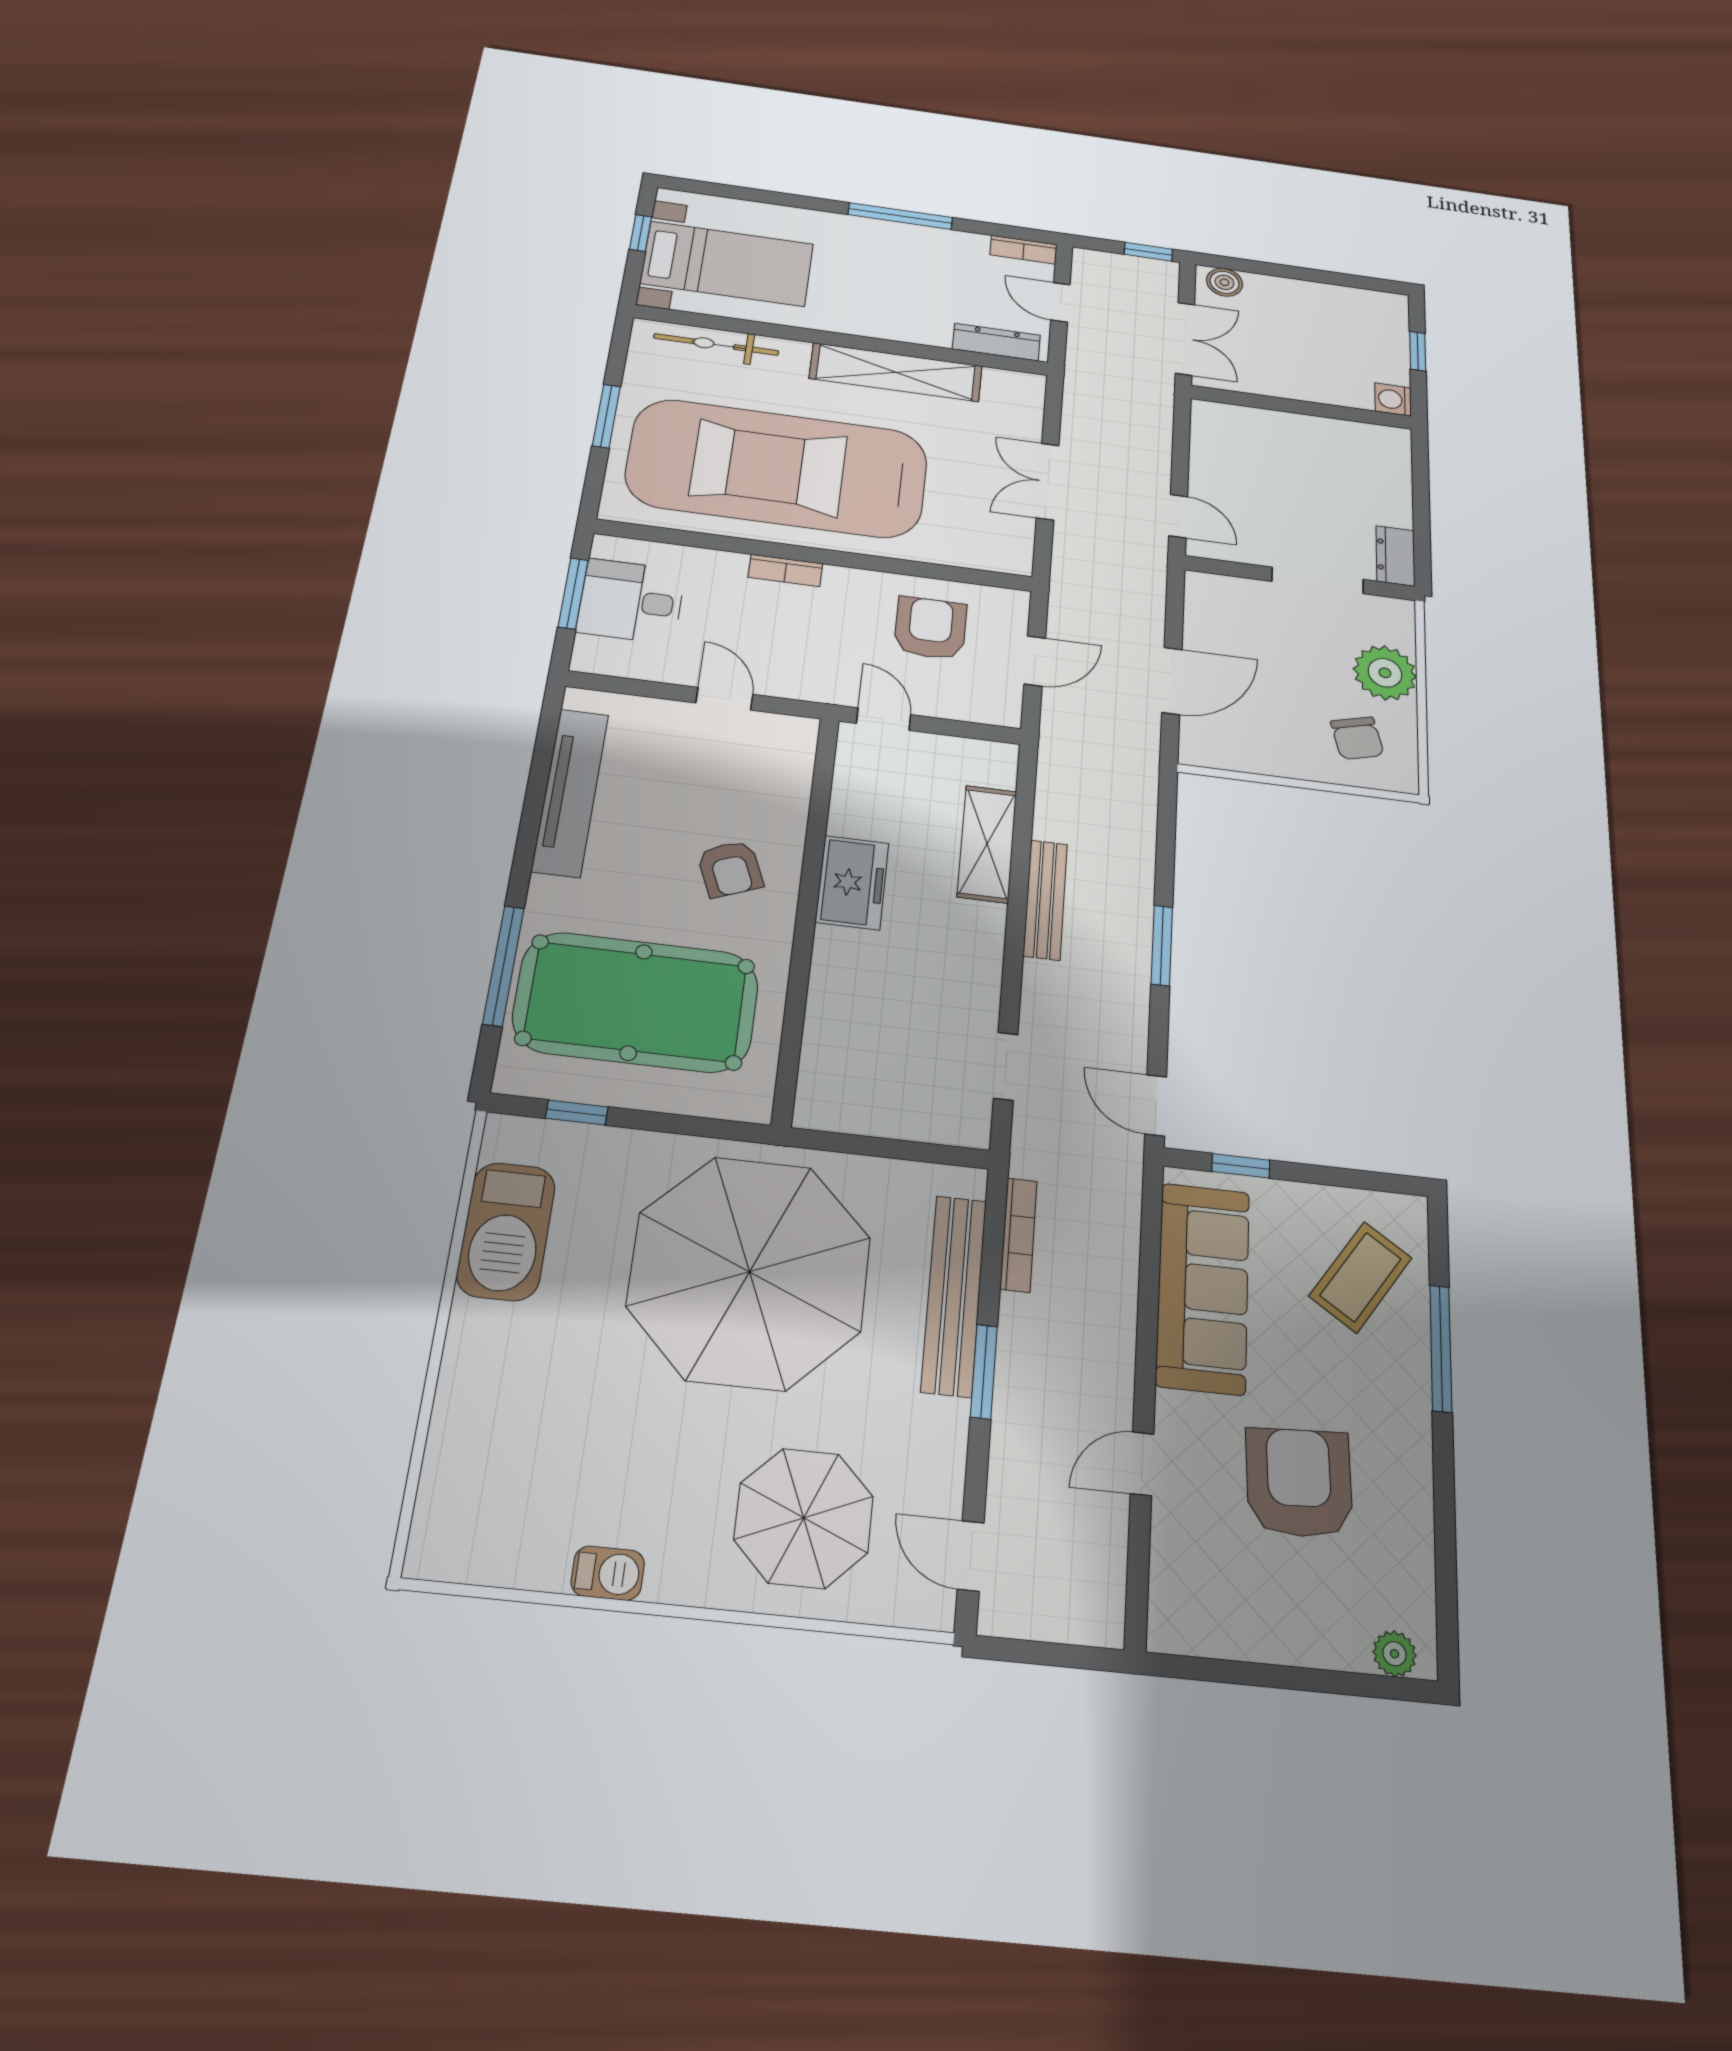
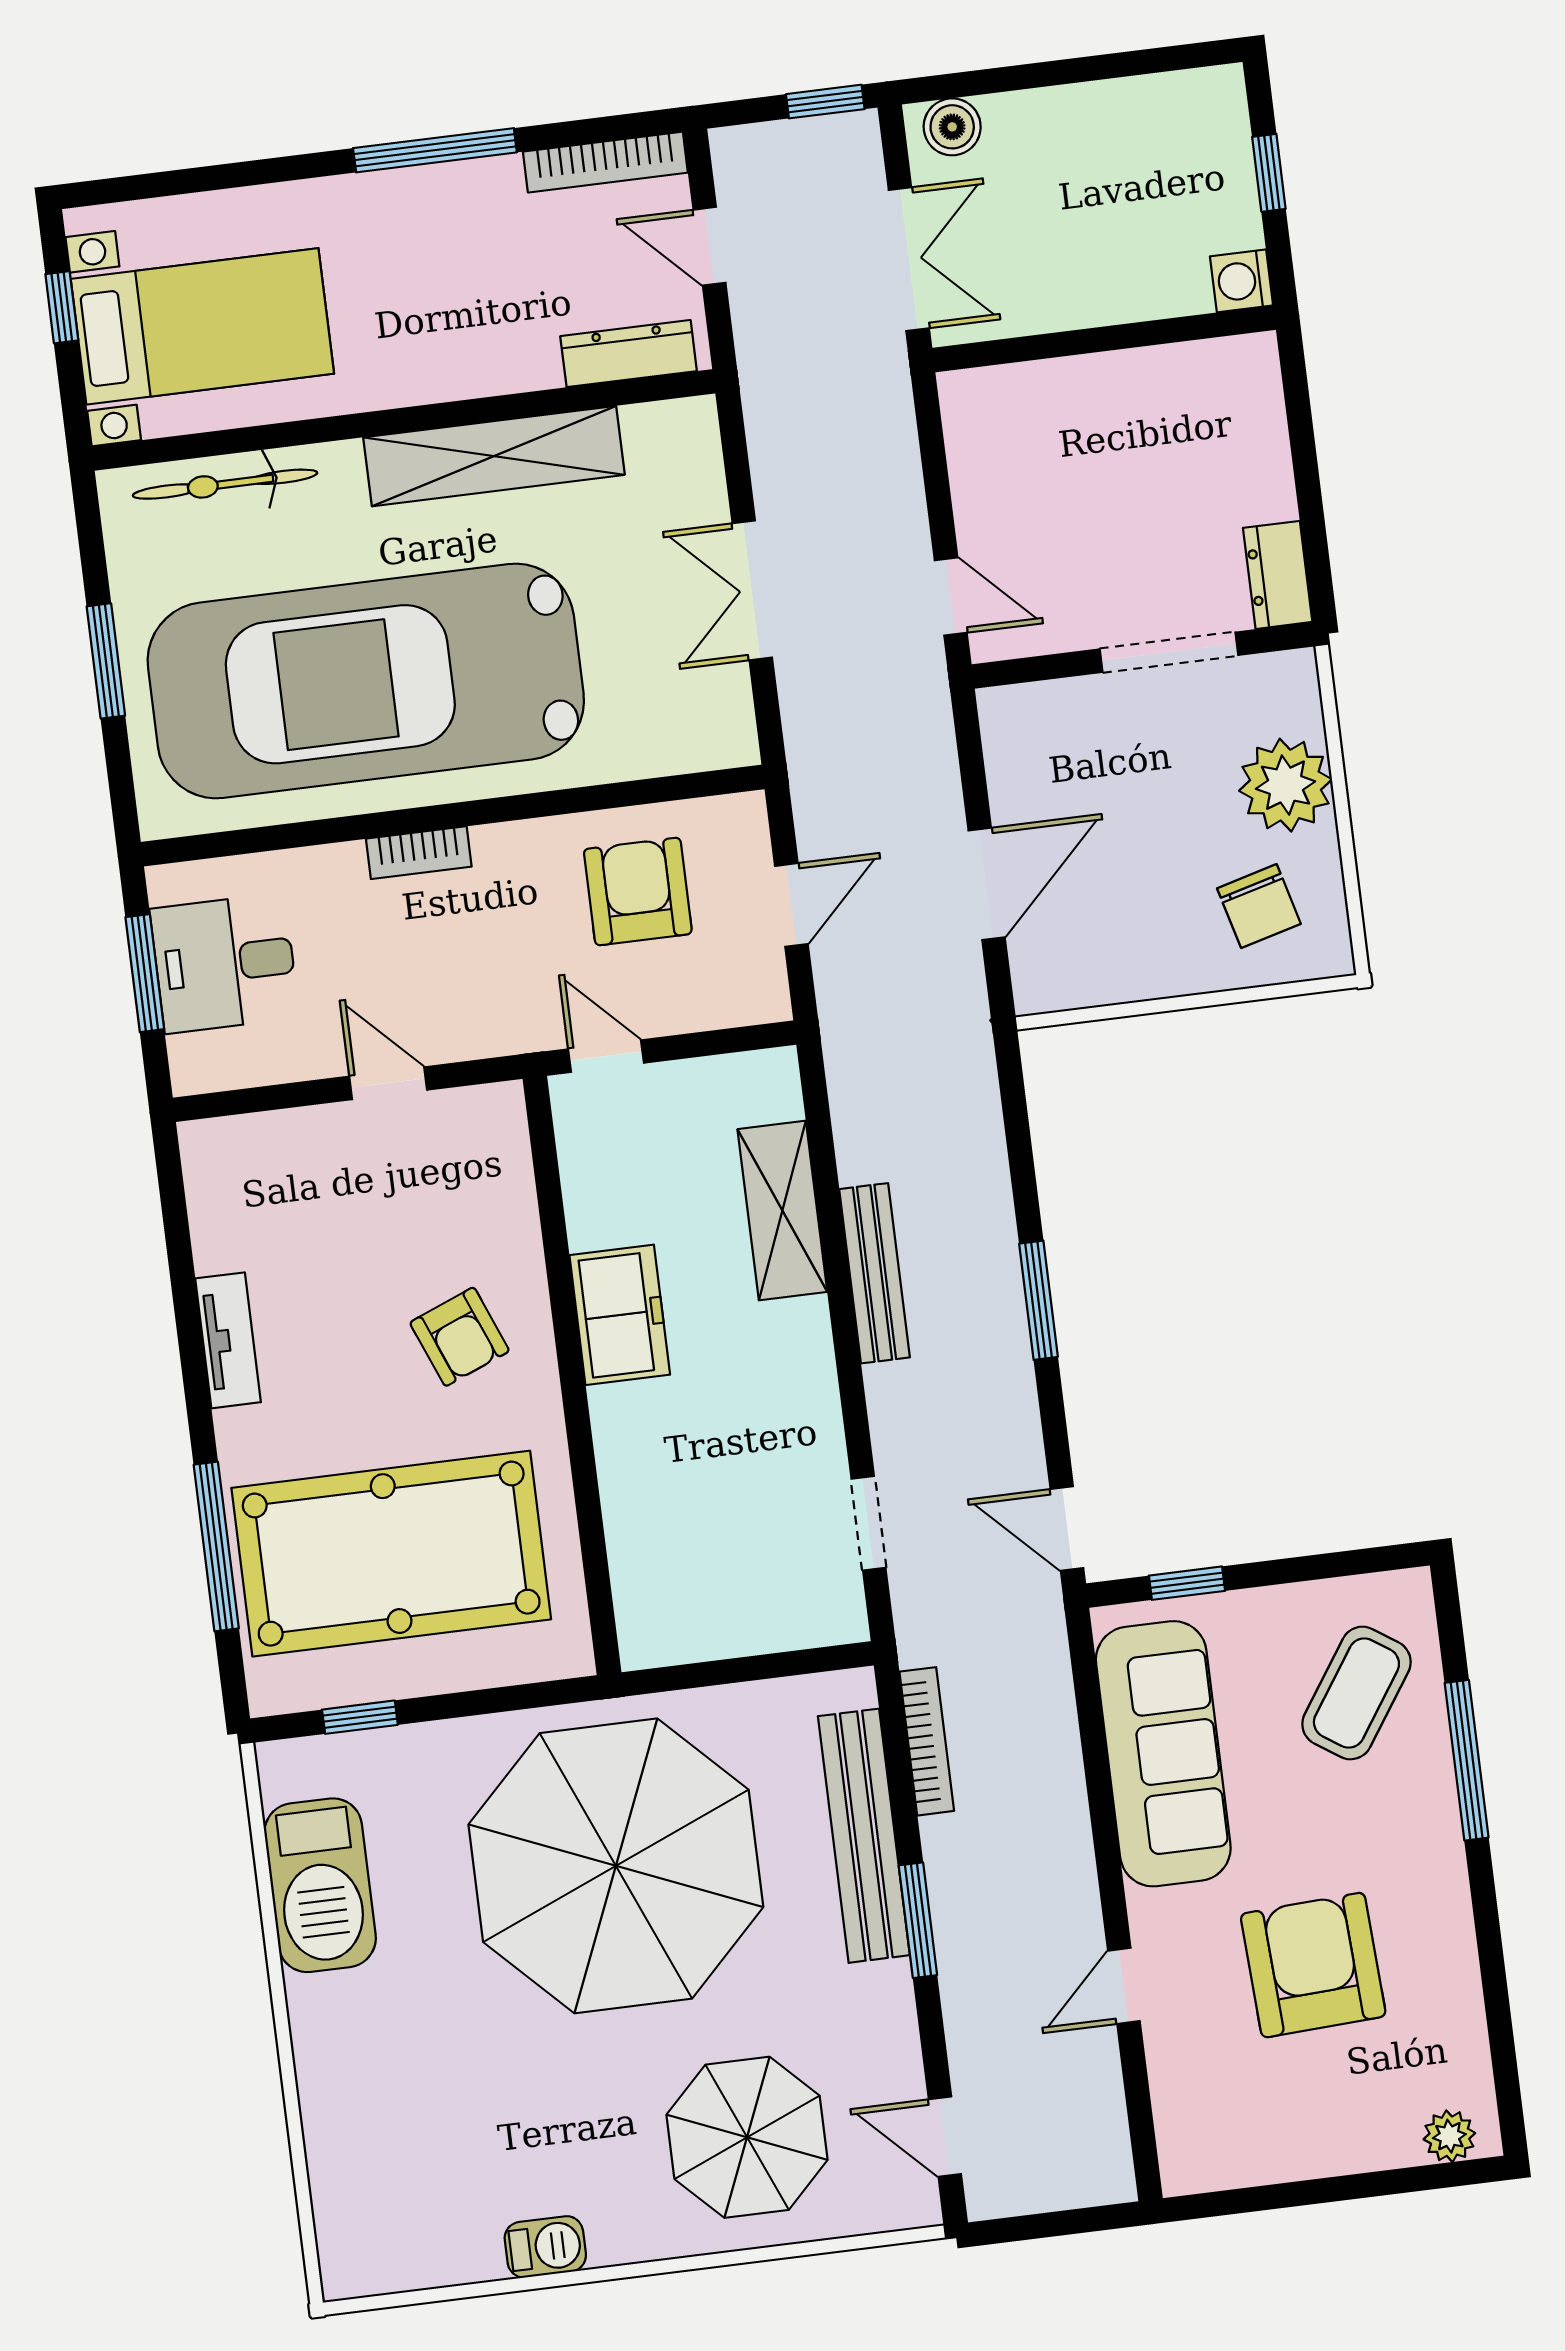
bookcase: (1023, 250) -> (605, 162), width x1.56
tv unit: (570, 792) -> (228, 1340), width x0.52, depth x0.78

